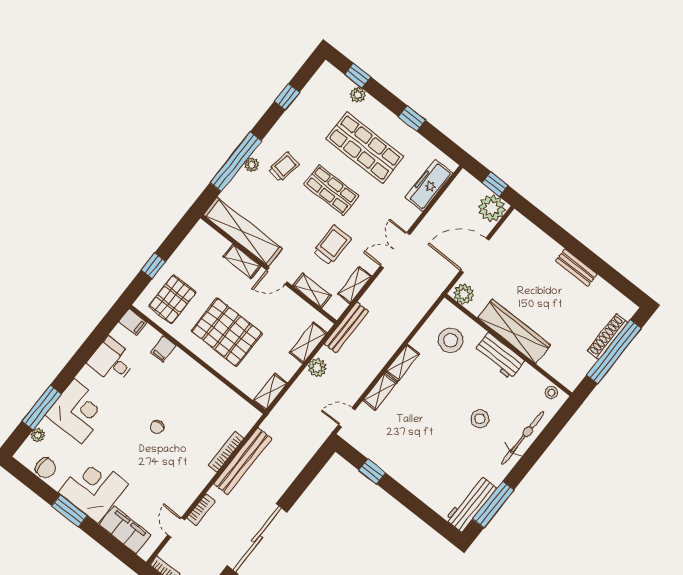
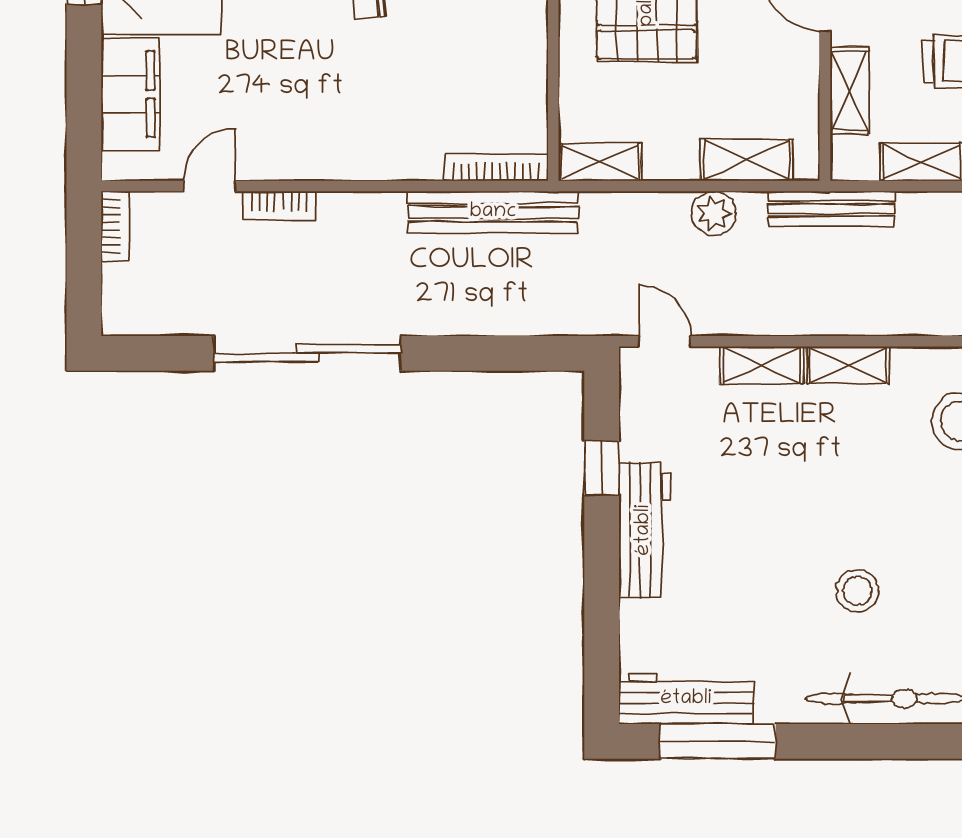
bookcase: (226, 452) -> (496, 167), moved
bench: (243, 461) -> (493, 212), moved
workbench: (404, 473) -> (644, 530), added

